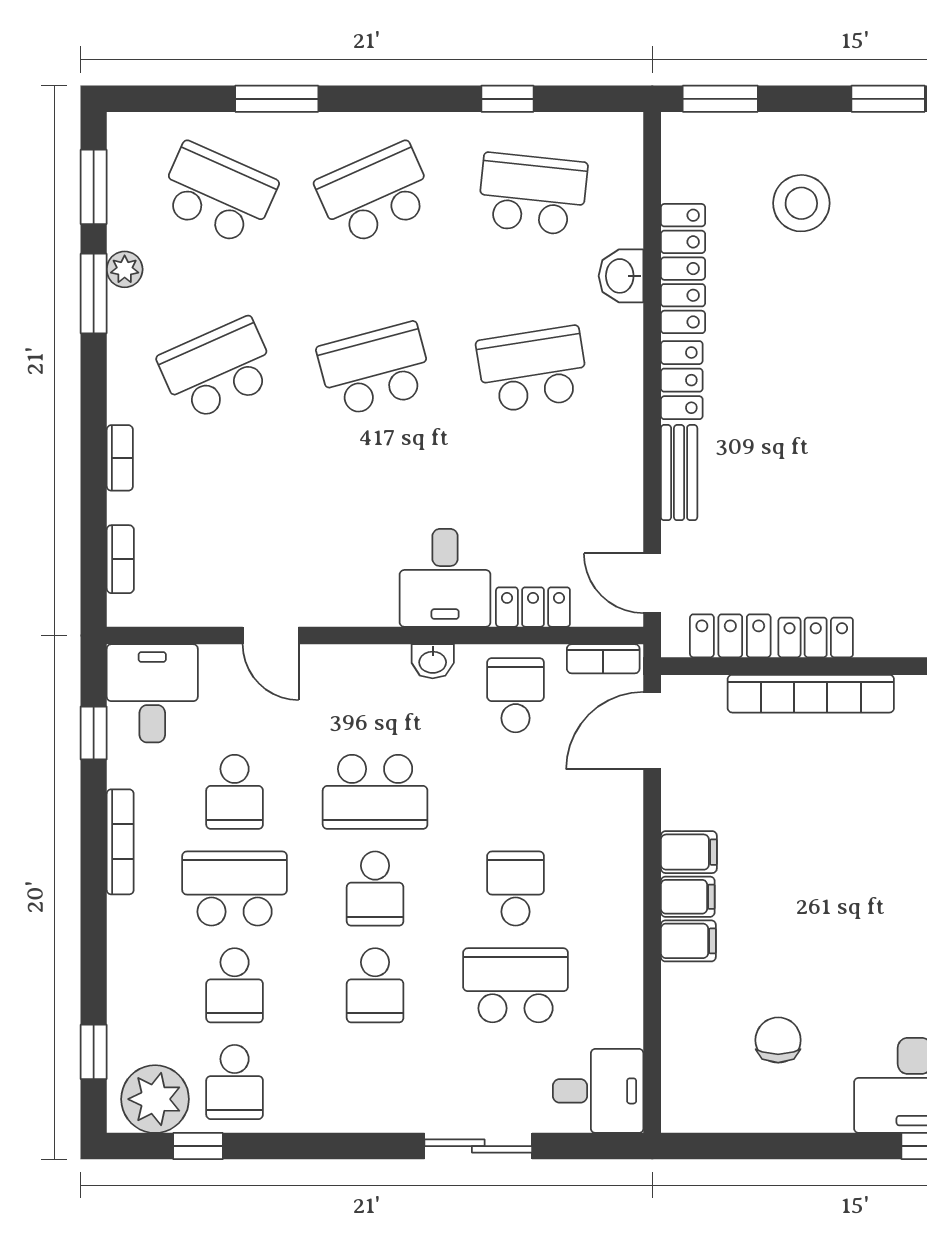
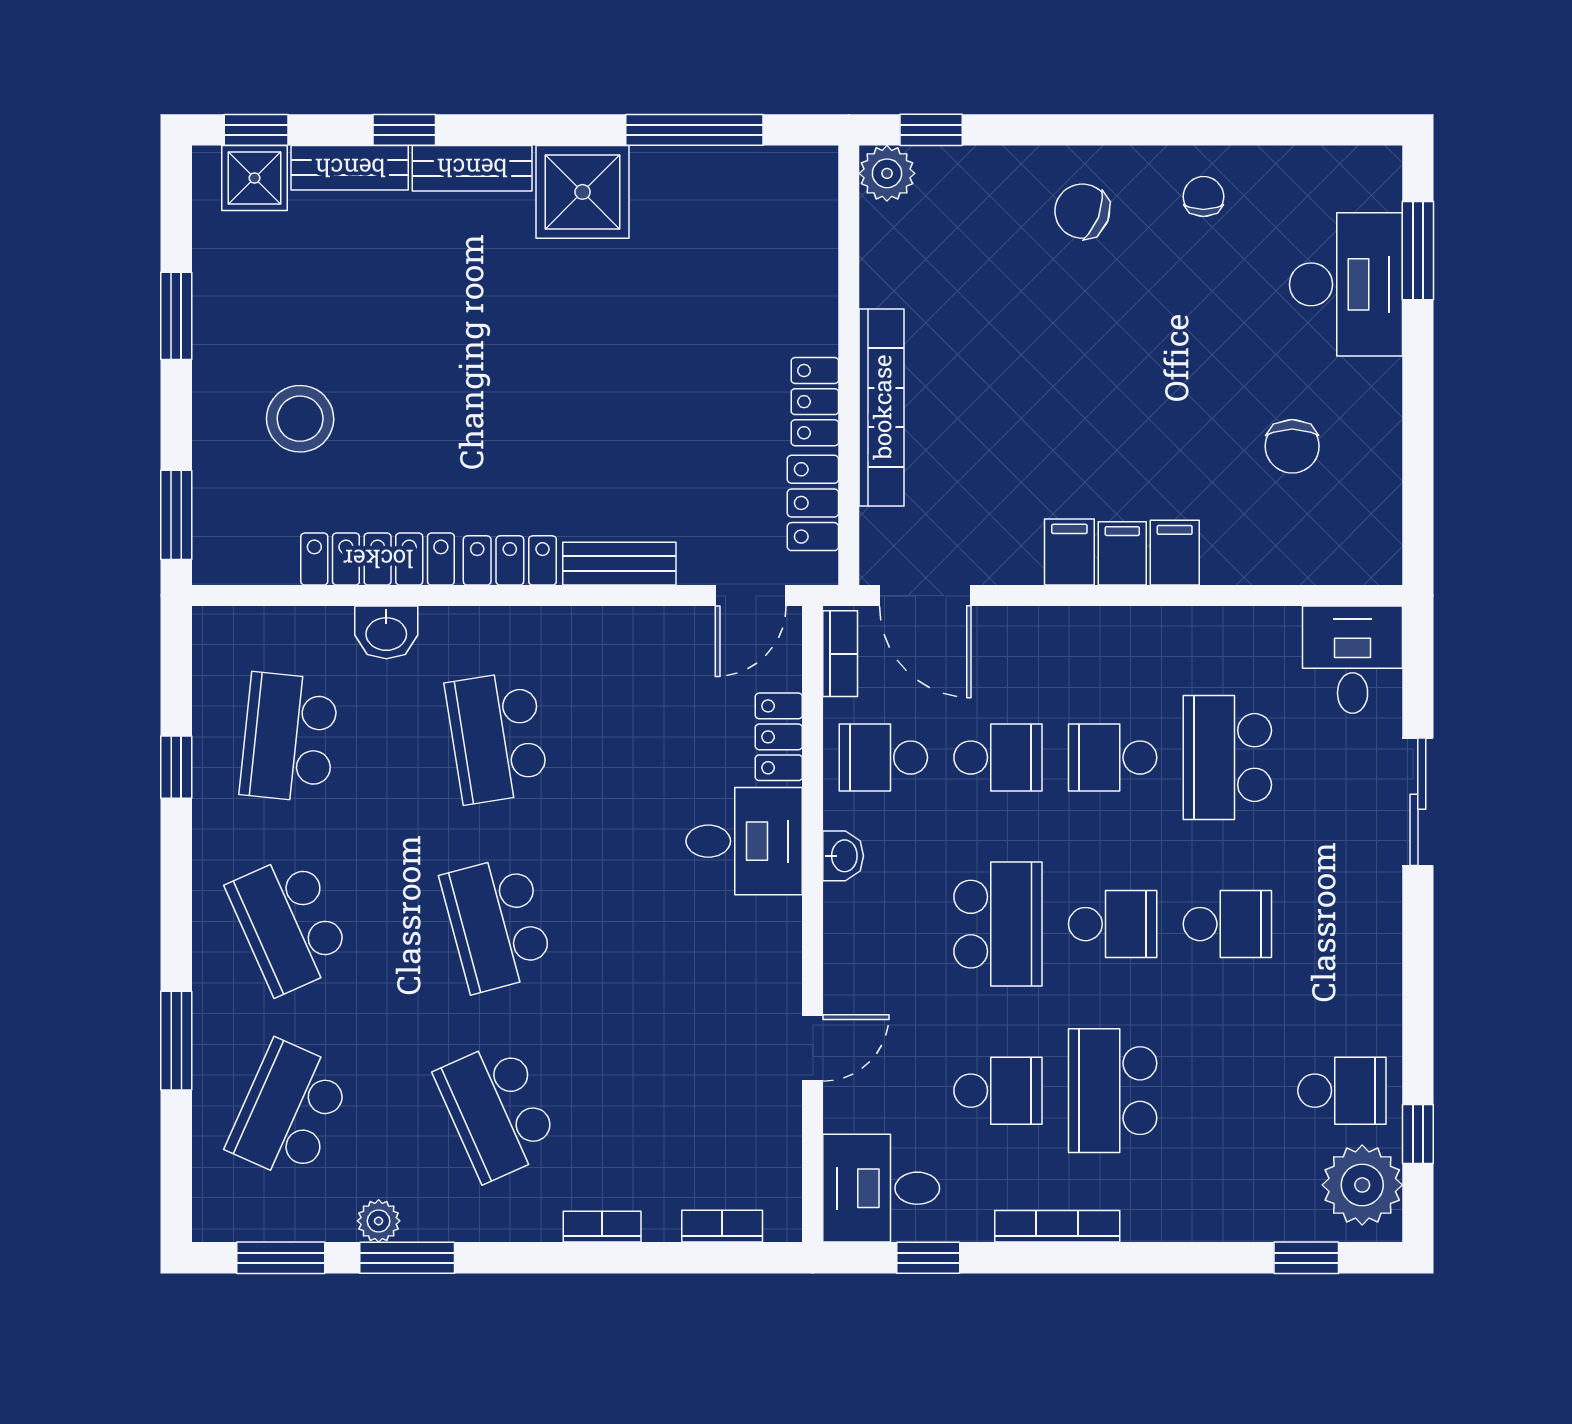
school desk: (235, 985) -> (998, 758), moved
chair: (778, 1040) -> (1292, 446), turned -90

